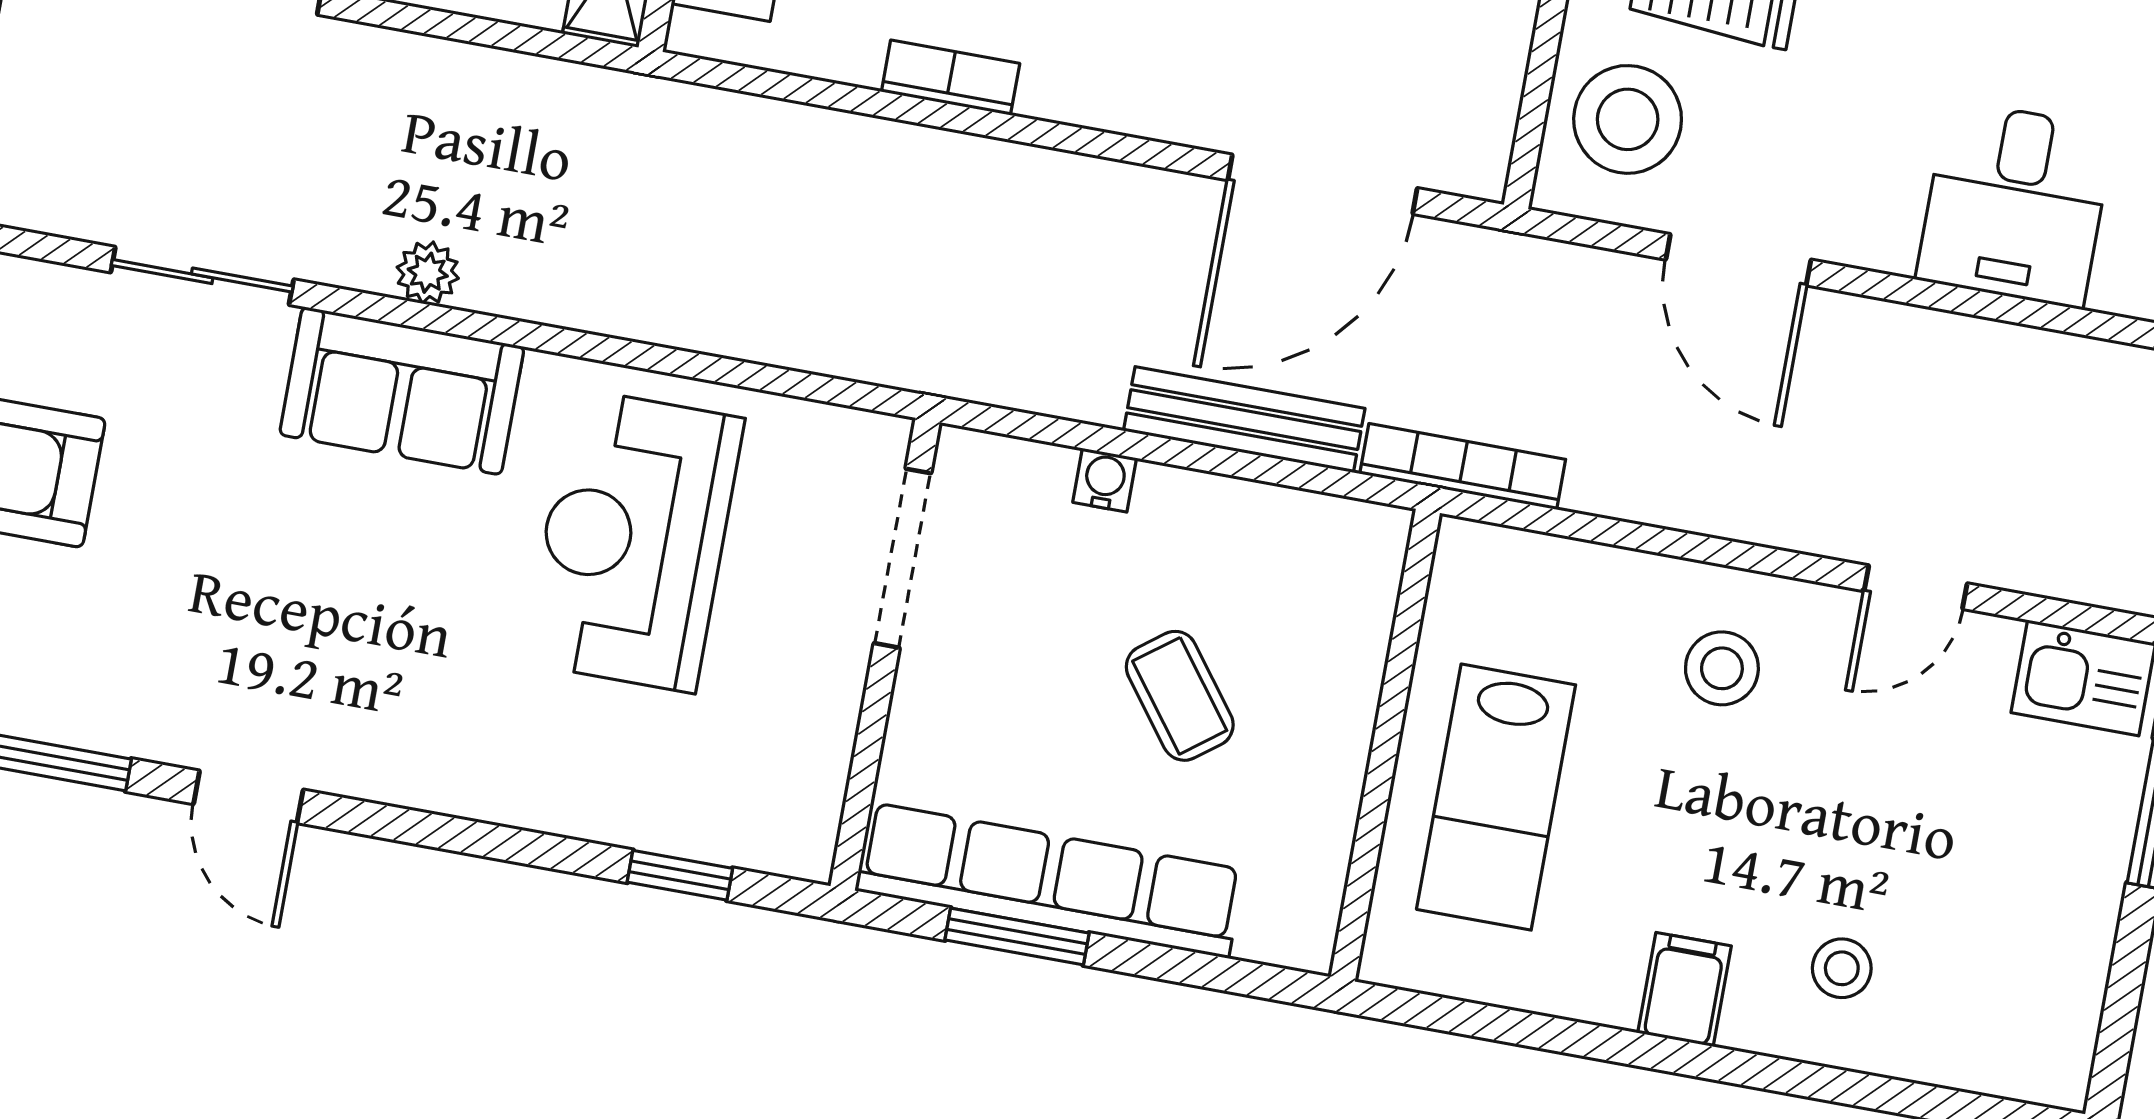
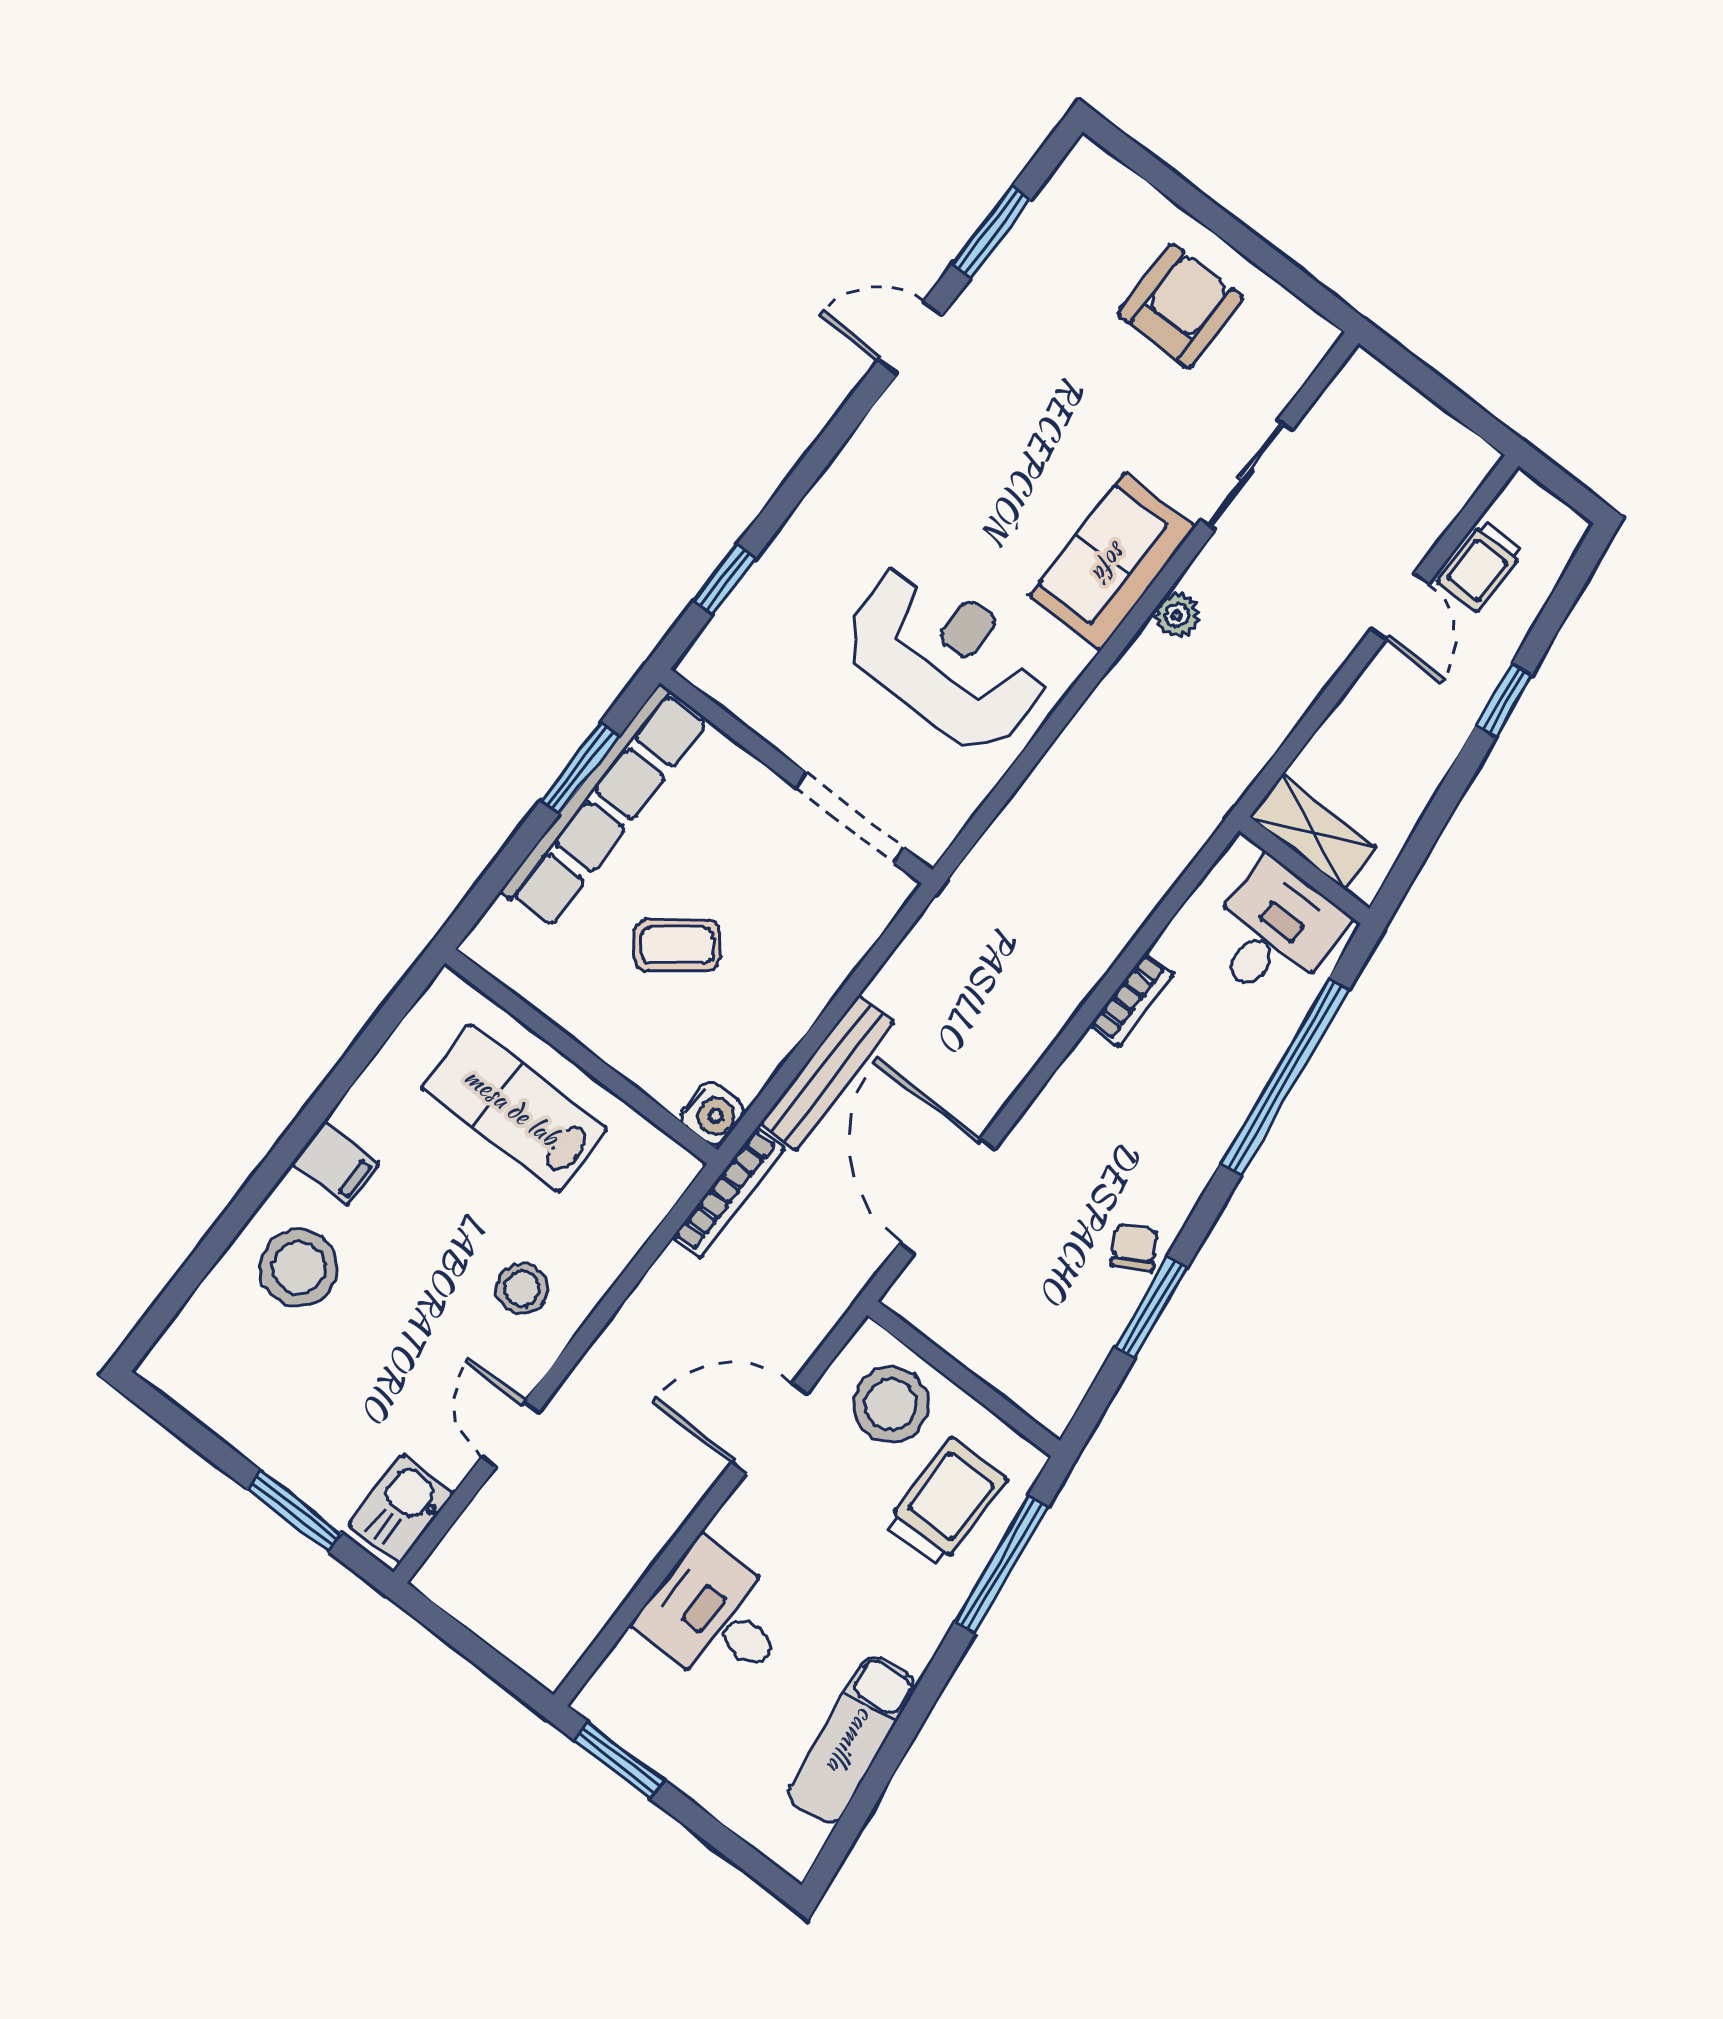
water cooler: (1105, 480) -> (713, 1113), moved, width x1.38, depth x1.38
stool: (1842, 968) -> (299, 1268), width x1.89, depth x1.89

